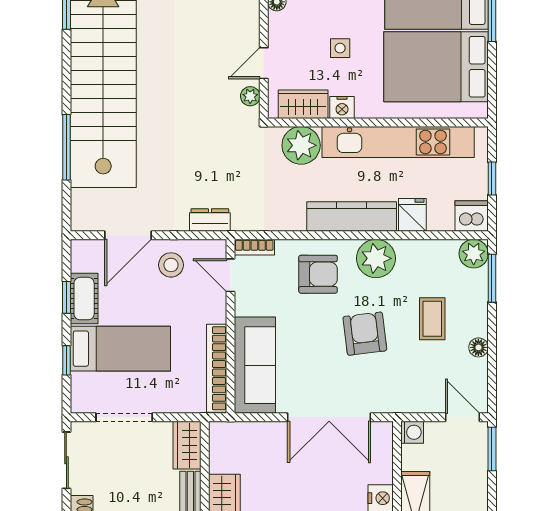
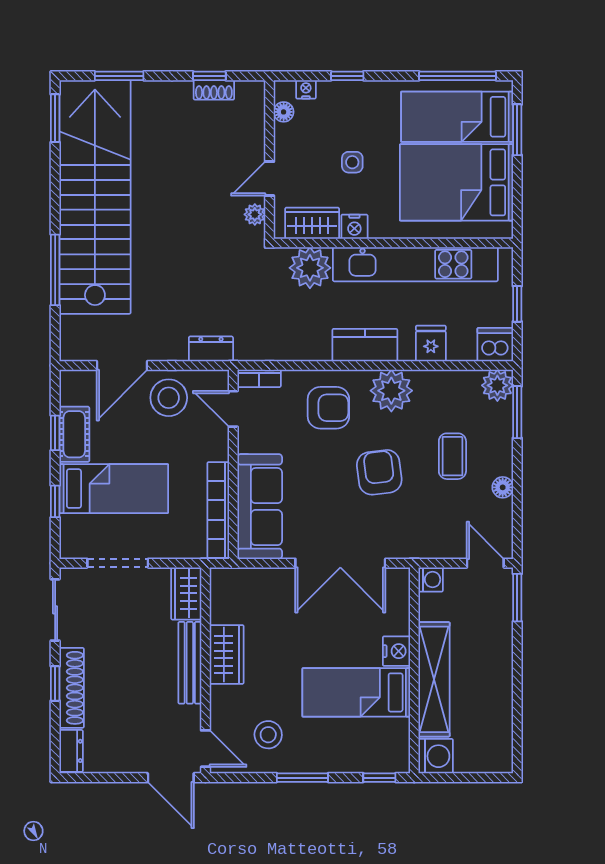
kitchen counter: (352, 216) -> (365, 345), width x0.67
stool: (171, 265) -> (169, 398), width x1.38, depth x1.38

